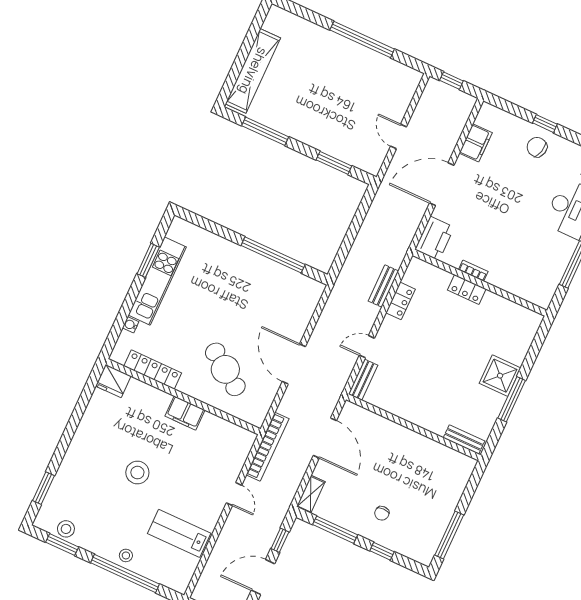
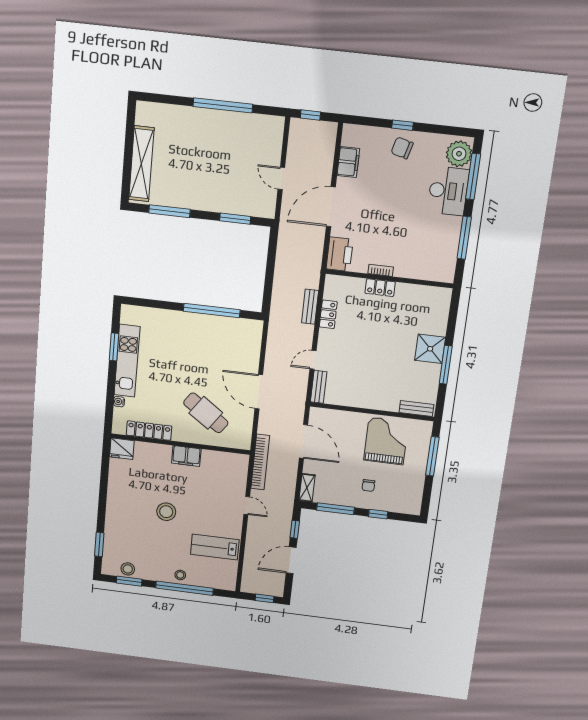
grand piano: (418, 467) -> (386, 441), added
window: (449, 535) -> (432, 456), moved

